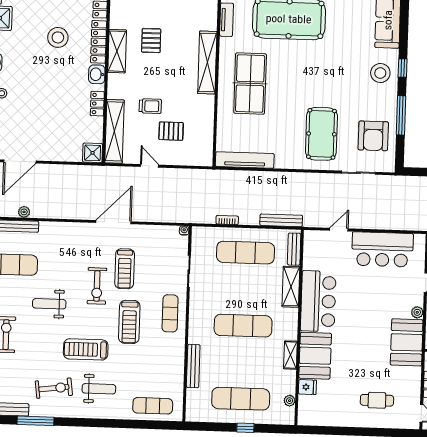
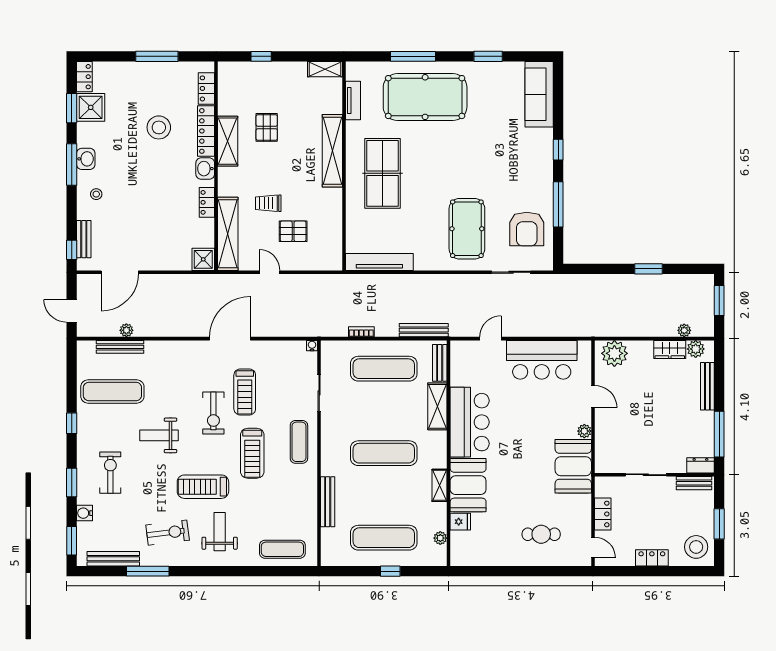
stool: (380, 73) -> (533, 156), removed
trolley: (150, 106) -> (268, 203), turned 180
weight bench: (99, 389) -> (220, 532), turned -90

